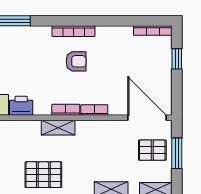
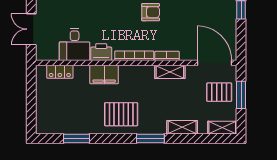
bookcase: (66, 110) -> (134, 56), width x1.56
shelving: (58, 128) -> (170, 72), moved
filing cabinet: (24, 131) -> (104, 75), added

